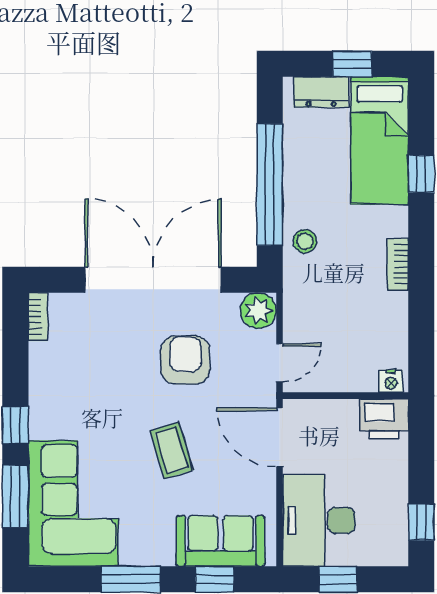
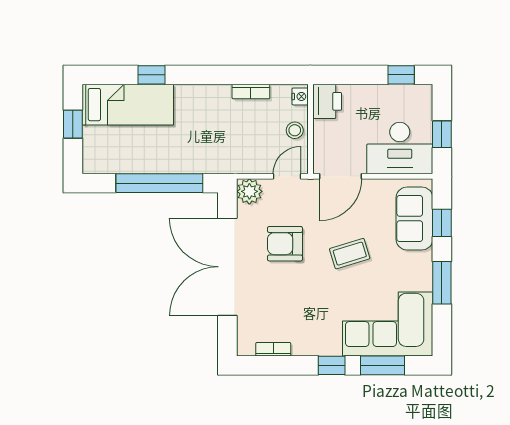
dresser: (321, 92) -> (93, 146), removed
stool: (305, 241) -> (295, 130), moved
bookcase: (398, 264) -> (251, 91), moved
bookcase: (38, 317) -> (273, 349), moved
door: (279, 363) -> (287, 176), hinge flipped

